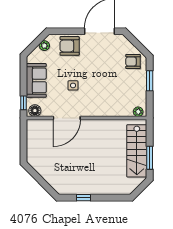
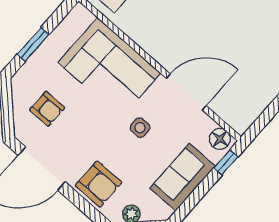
armchair: (133, 62) -> (47, 109), moved
corner sofa: (108, 99) -> (109, 68), added
plant: (138, 112) -> (84, 17), removed

